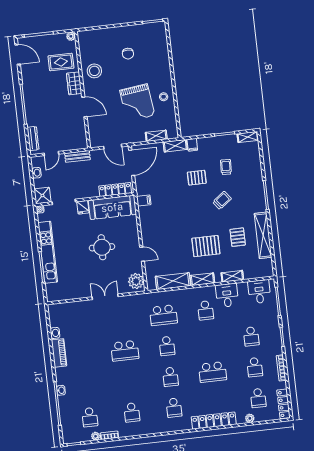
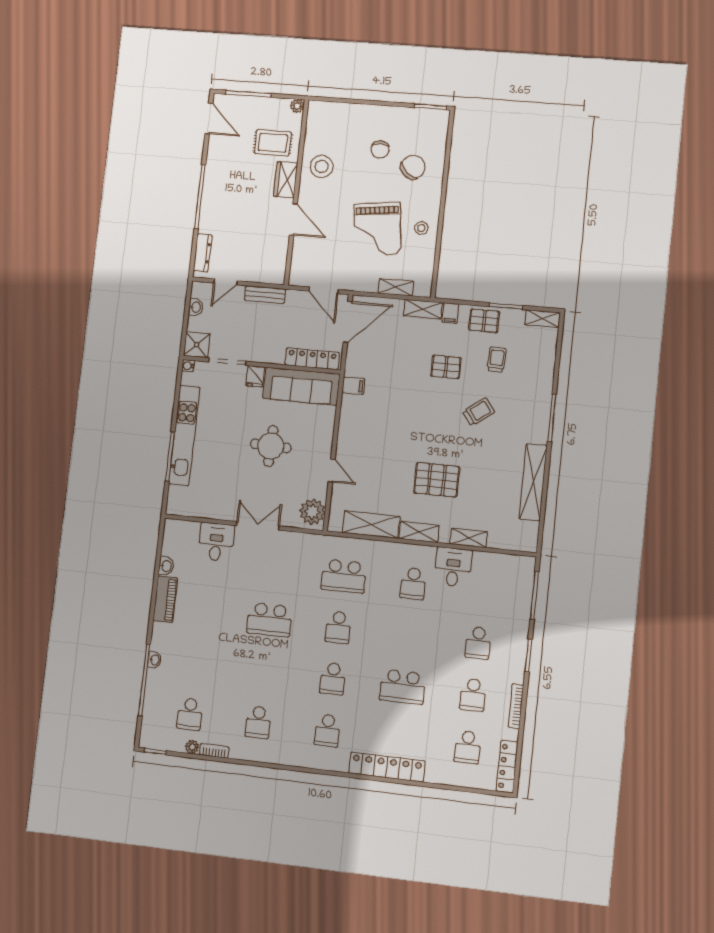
chair: (150, 61) -> (413, 167), added
pallet: (238, 237) -> (484, 321), moved, turned 90
desk: (259, 292) -> (216, 542), moved
plant: (250, 418) -> (447, 777), removed

